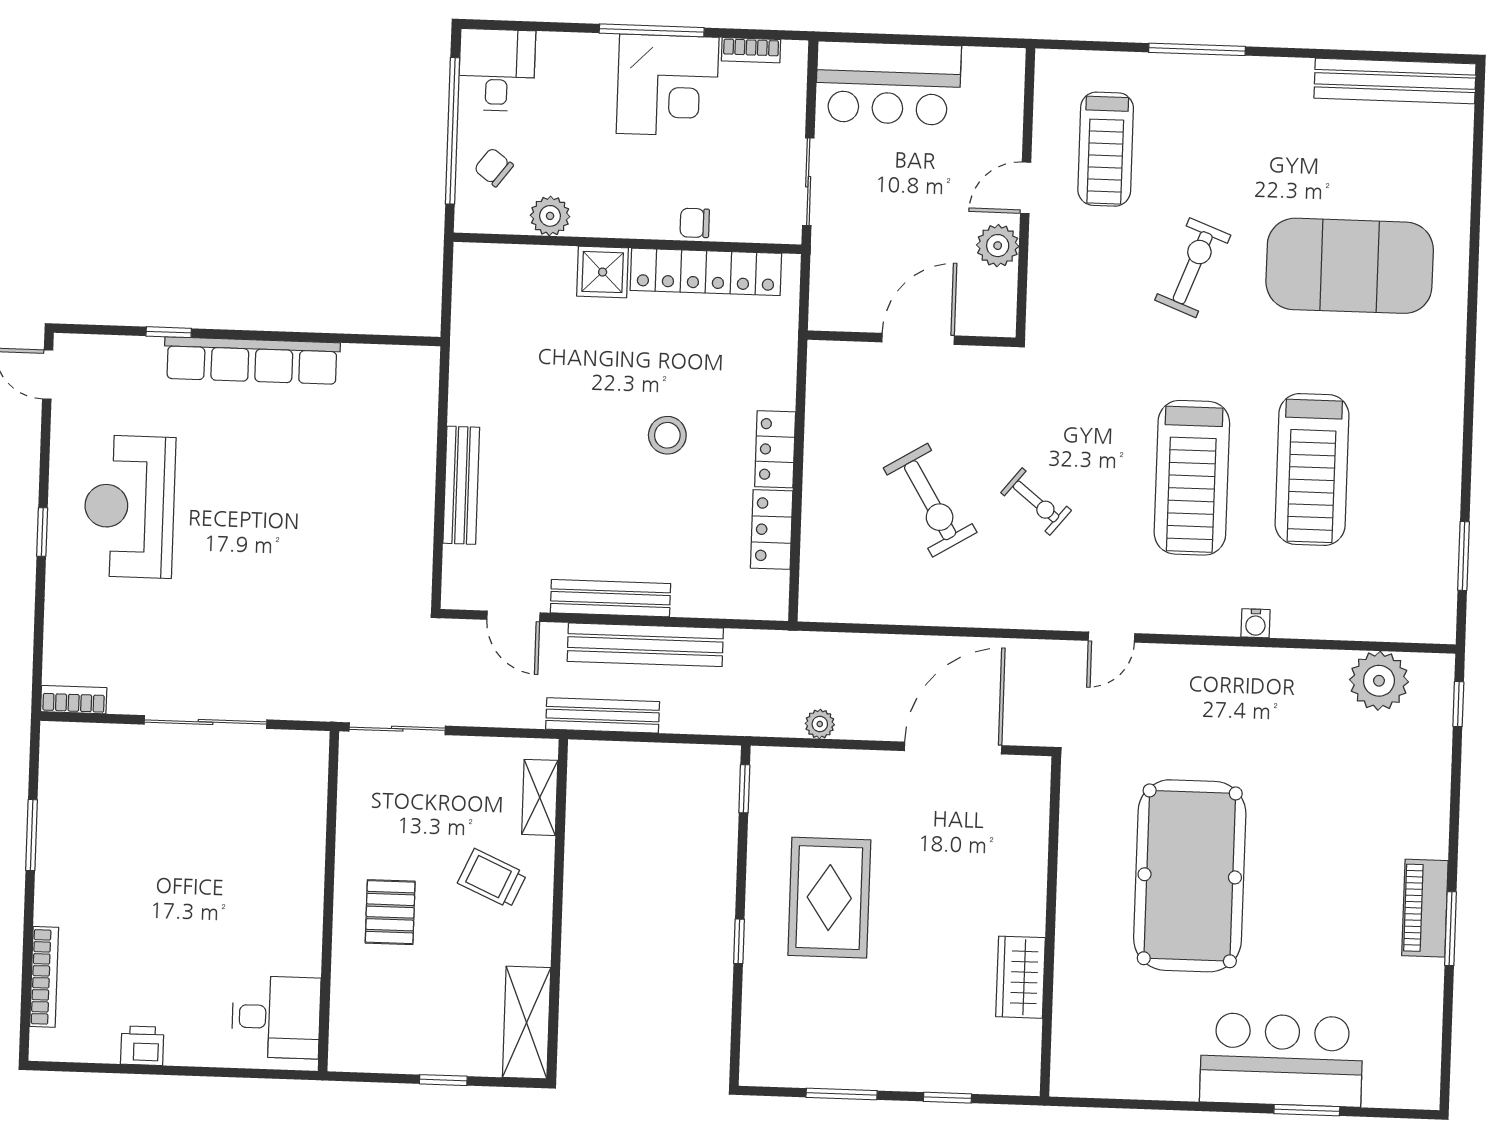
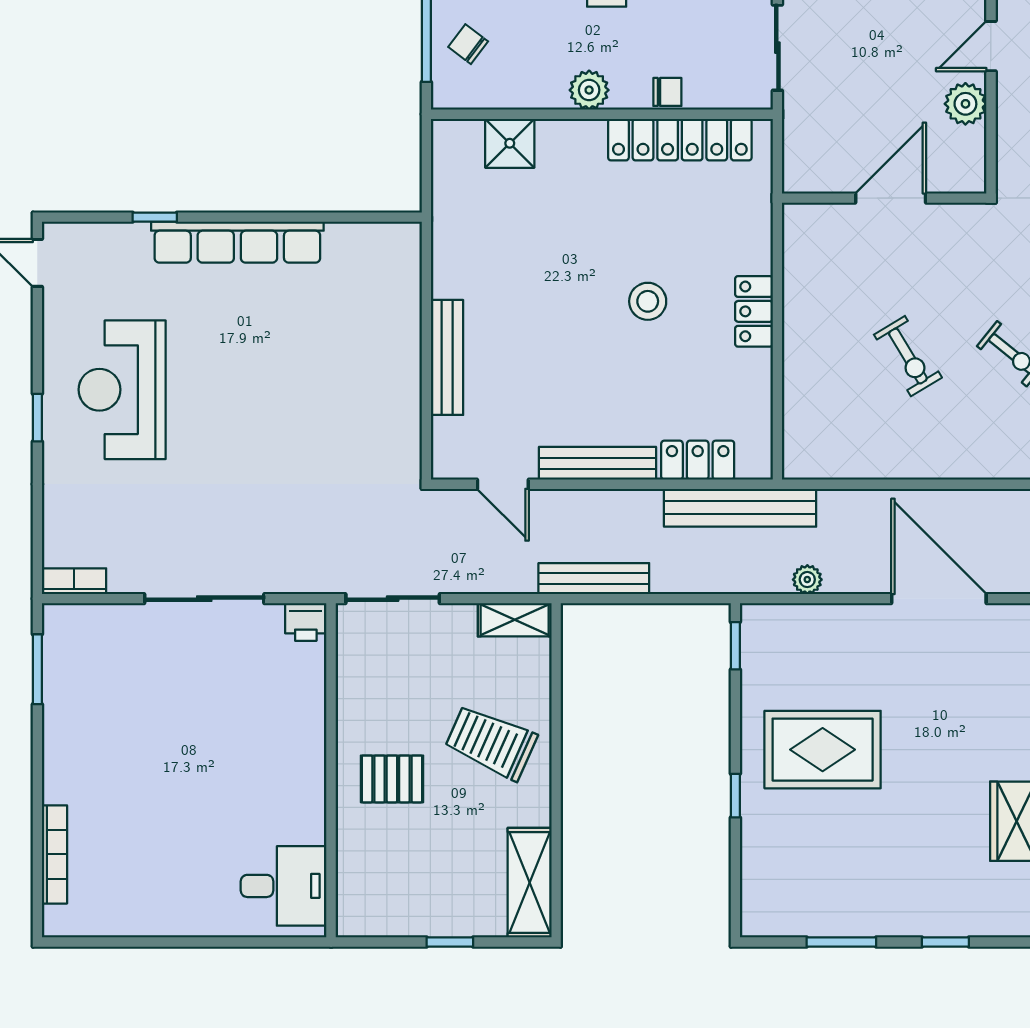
plant: (550, 216) -> (589, 90), moved
chair: (695, 223) -> (667, 92), turned 180
shower: (603, 272) -> (510, 143), moved
exercise bike: (930, 500) -> (908, 356), width x0.73, depth x0.72
locker: (772, 530) -> (698, 460), moved, turned 90
bench: (645, 645) -> (740, 508), moved
door: (953, 748) -> (939, 599), hinge flipped
shelving: (540, 797) -> (515, 620), moved, turned 90
window: (32, 835) -> (37, 669), moved
trolley: (492, 878) -> (491, 742), width x1.36, depth x1.39
rug: (829, 898) -> (823, 750), turned 90
pallet: (390, 912) -> (392, 779), turned 90
printer: (142, 1046) -> (306, 622), moved, turned 180

